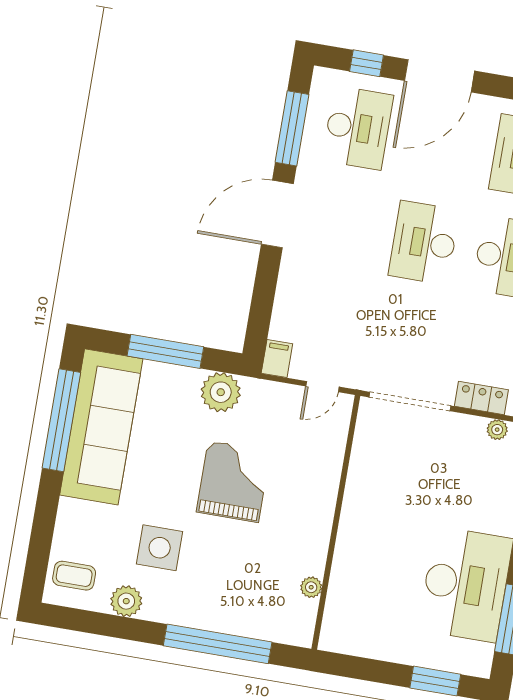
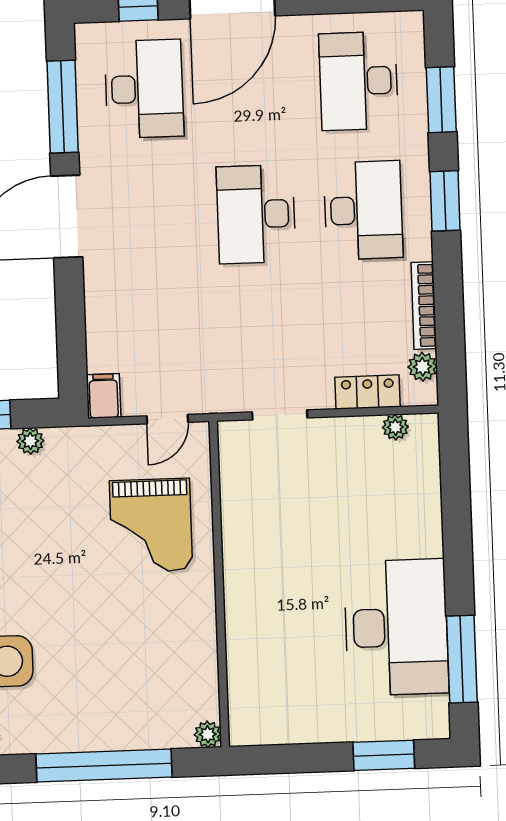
plant: (221, 392) -> (30, 441), width x0.53, depth x0.53
doorway: (410, 402) -> (280, 415), width x0.53
grand piano: (233, 482) -> (151, 525), moved, turned 180
plant: (311, 587) -> (208, 734), moved

